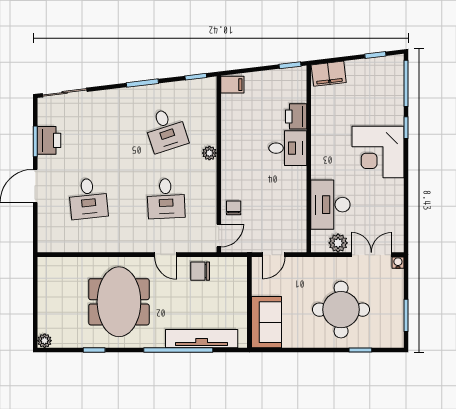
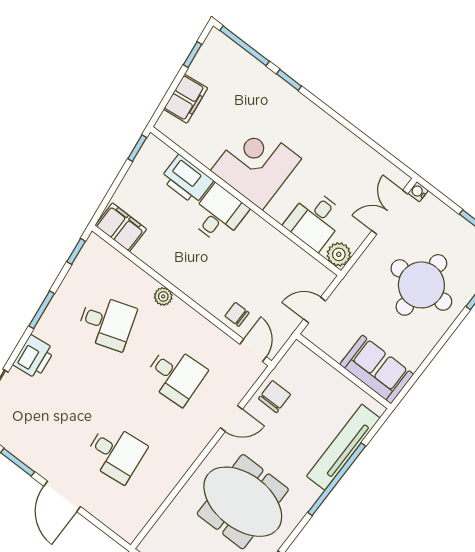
filing cabinet: (329, 74) -> (186, 99), moved
filing cabinet: (232, 85) -> (121, 227), width x2.00
printer: (296, 116) -> (187, 180), width x1.37, depth x1.19
printer: (49, 140) -> (34, 357), moved, turned 83
corner desk: (378, 152) -> (256, 165), moved, turned 180
desk: (330, 205) -> (315, 220), width x0.73
plant: (338, 243) -> (339, 254), moved
door: (274, 255) -> (315, 310), swing flipped
chair: (200, 271) -> (274, 397), turned 180

